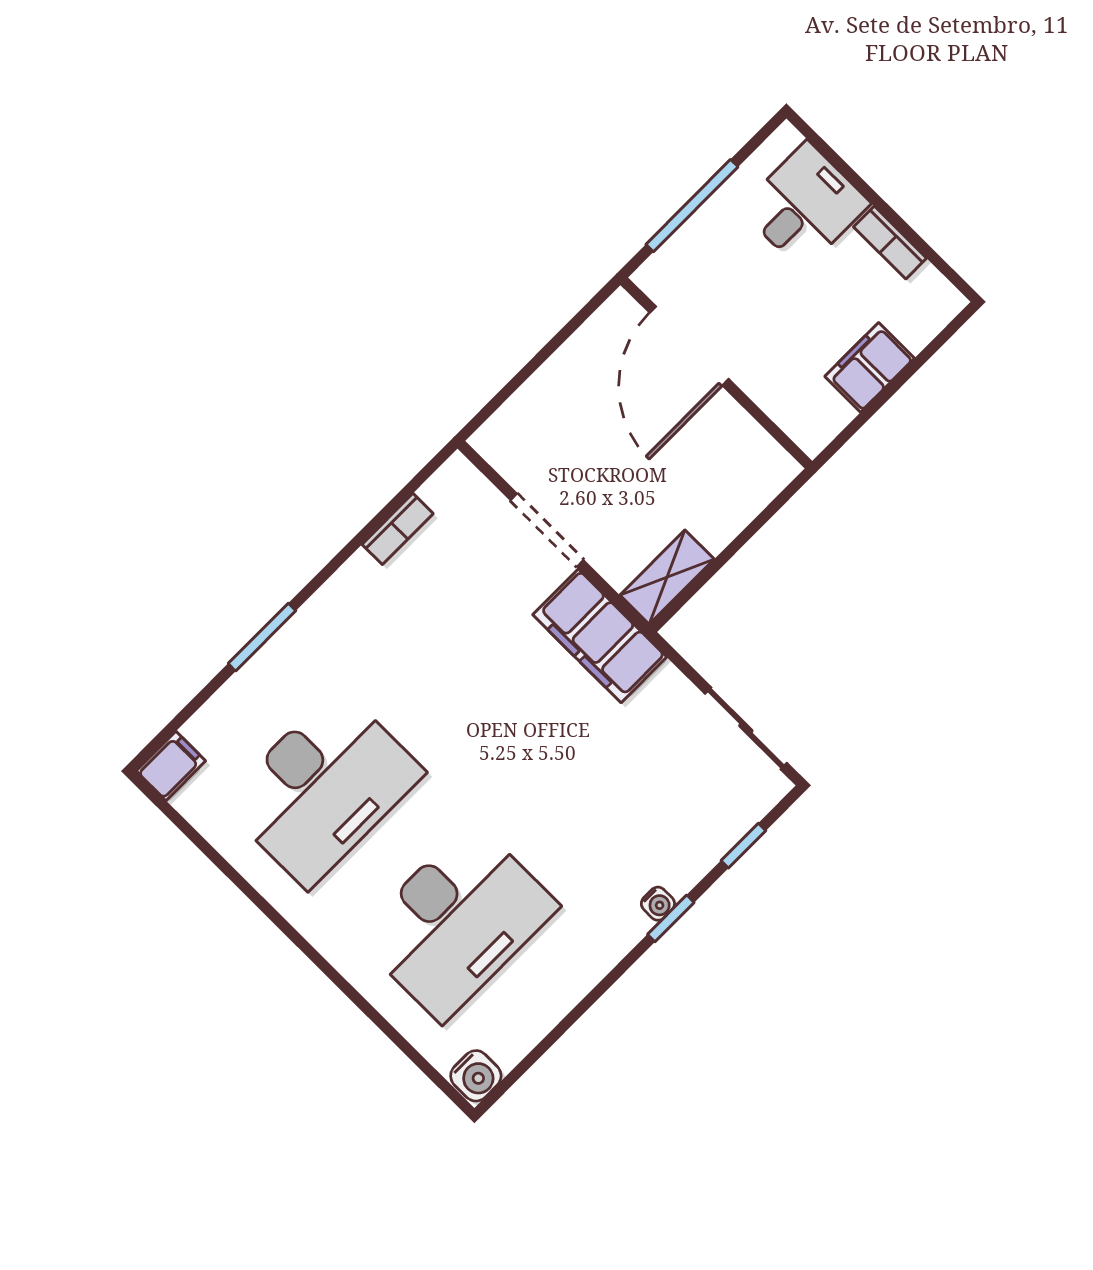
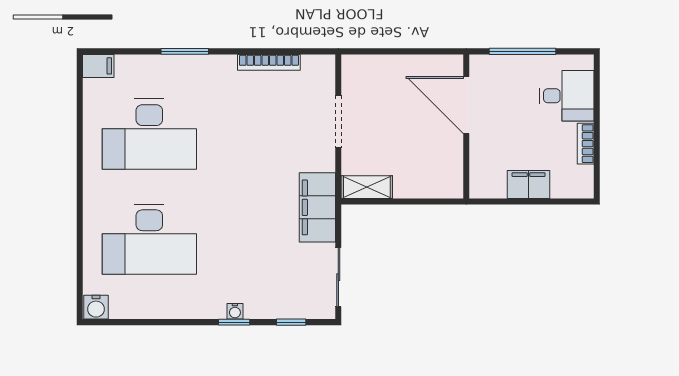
door: (689, 346) -> (466, 105), hinge flipped
bookcase: (398, 529) -> (269, 62), width x1.56
filing cabinet: (600, 636) -> (317, 207), moved

